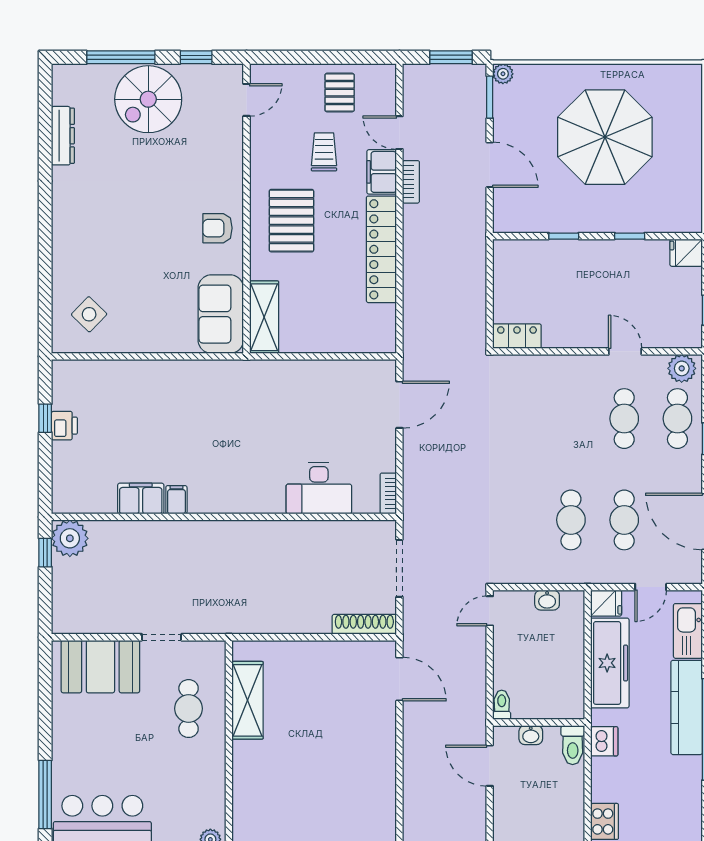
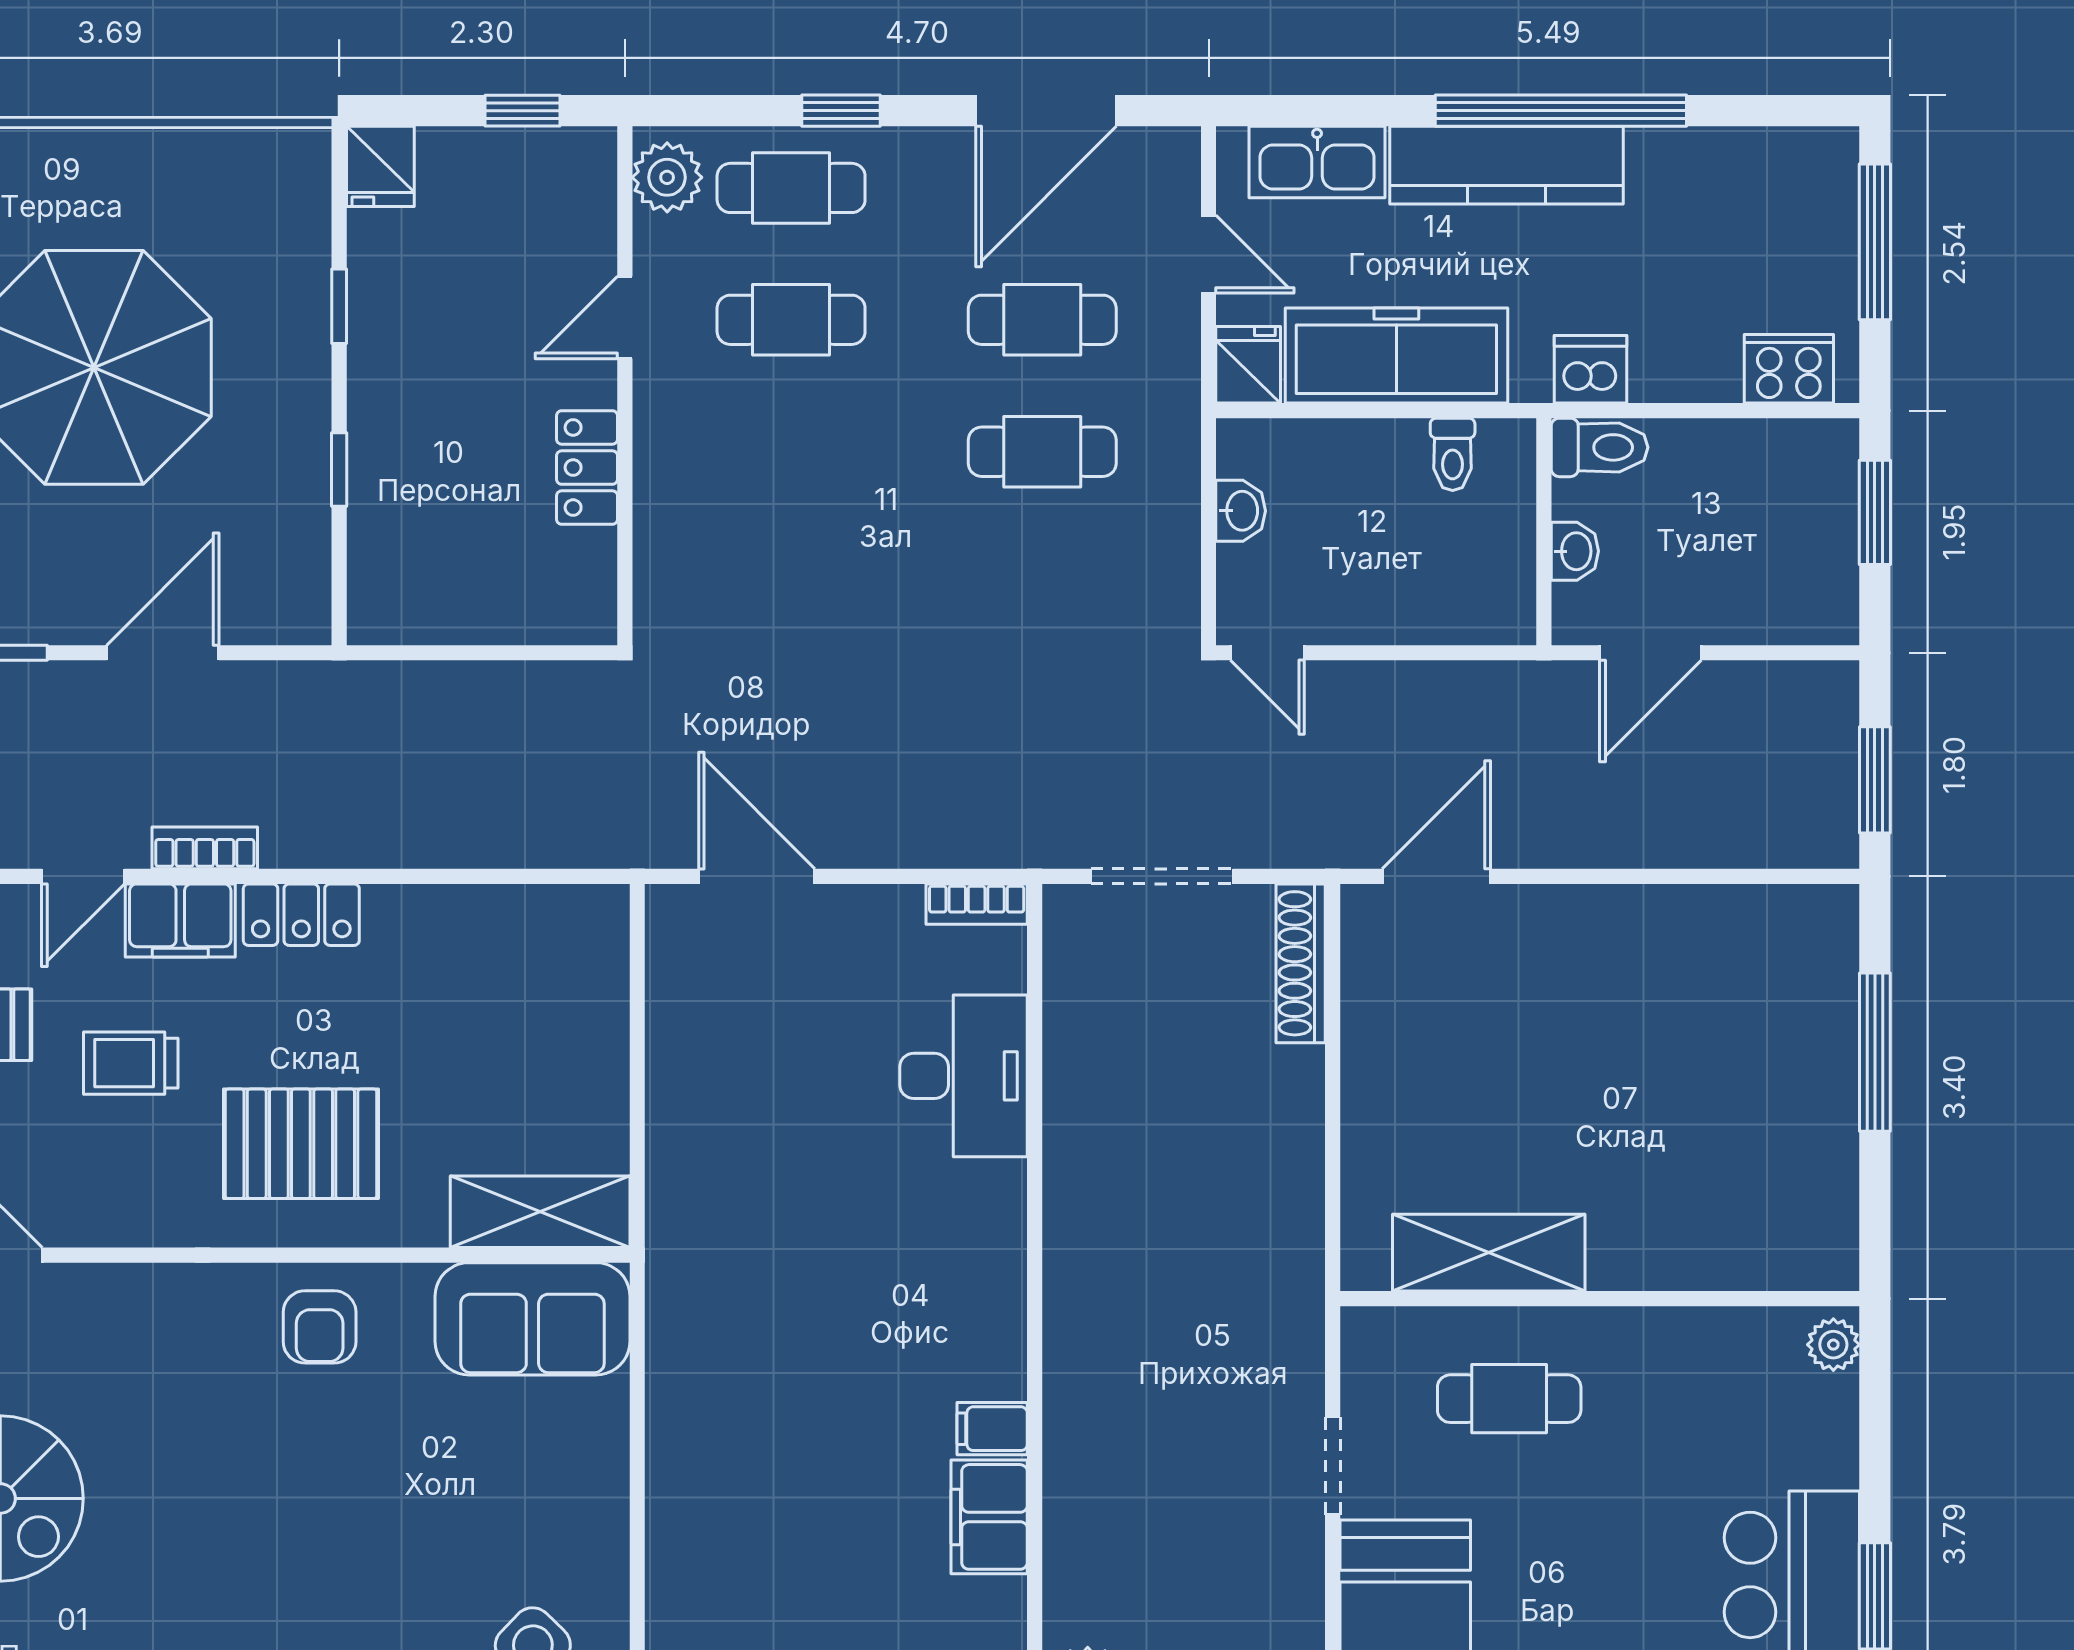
locker: (381, 249) -> (301, 915), width x0.46, depth x0.83
locker: (517, 336) -> (587, 468), moved
toilet: (502, 705) -> (1453, 454), moved, turned -90

